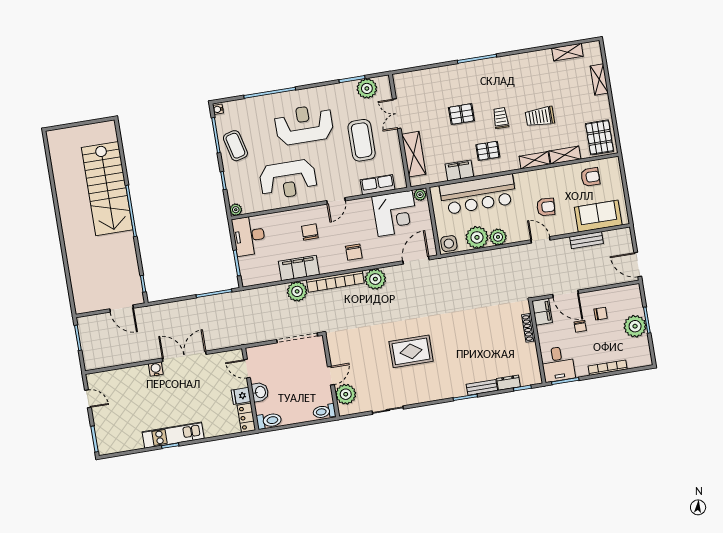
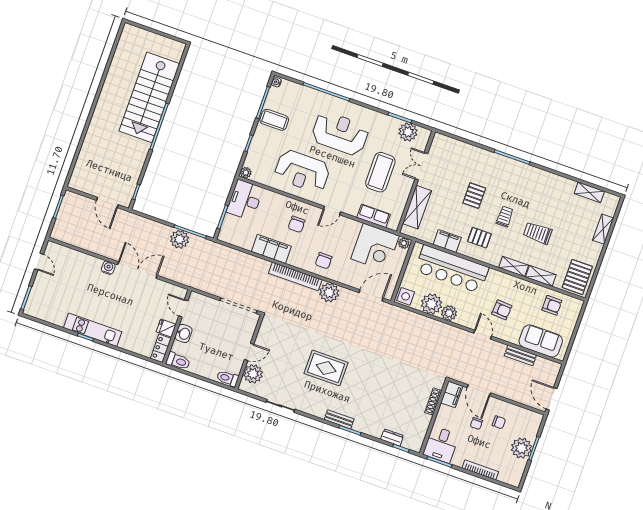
pallet: (461, 114) -> (474, 196), turned 90
coffee table: (235, 146) -> (274, 120), turned -76
chair: (310, 232) -> (297, 224), turned 180
plant: (297, 291) -> (180, 239), moved
bench: (482, 387) -> (339, 419), moved

